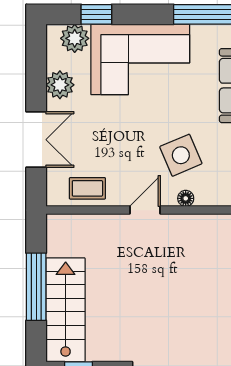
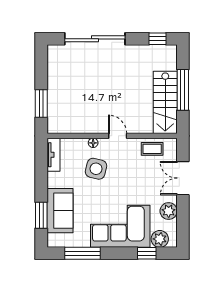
side table: (181, 155) -> (96, 169), turned 37
door: (145, 210) -> (118, 136), swing flipped
stairs: (66, 310) -> (165, 102), moved

